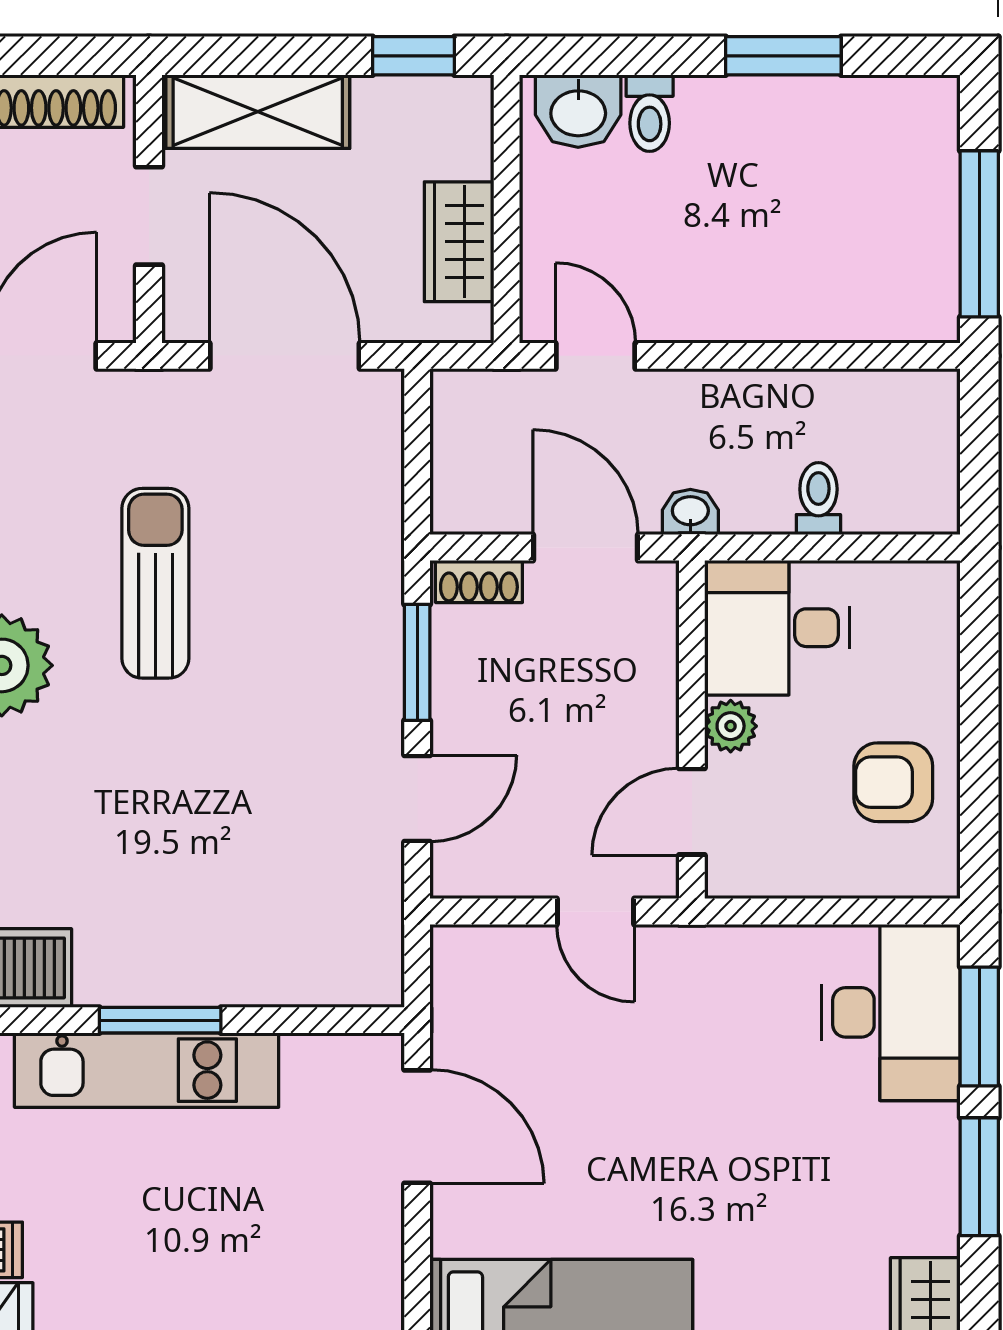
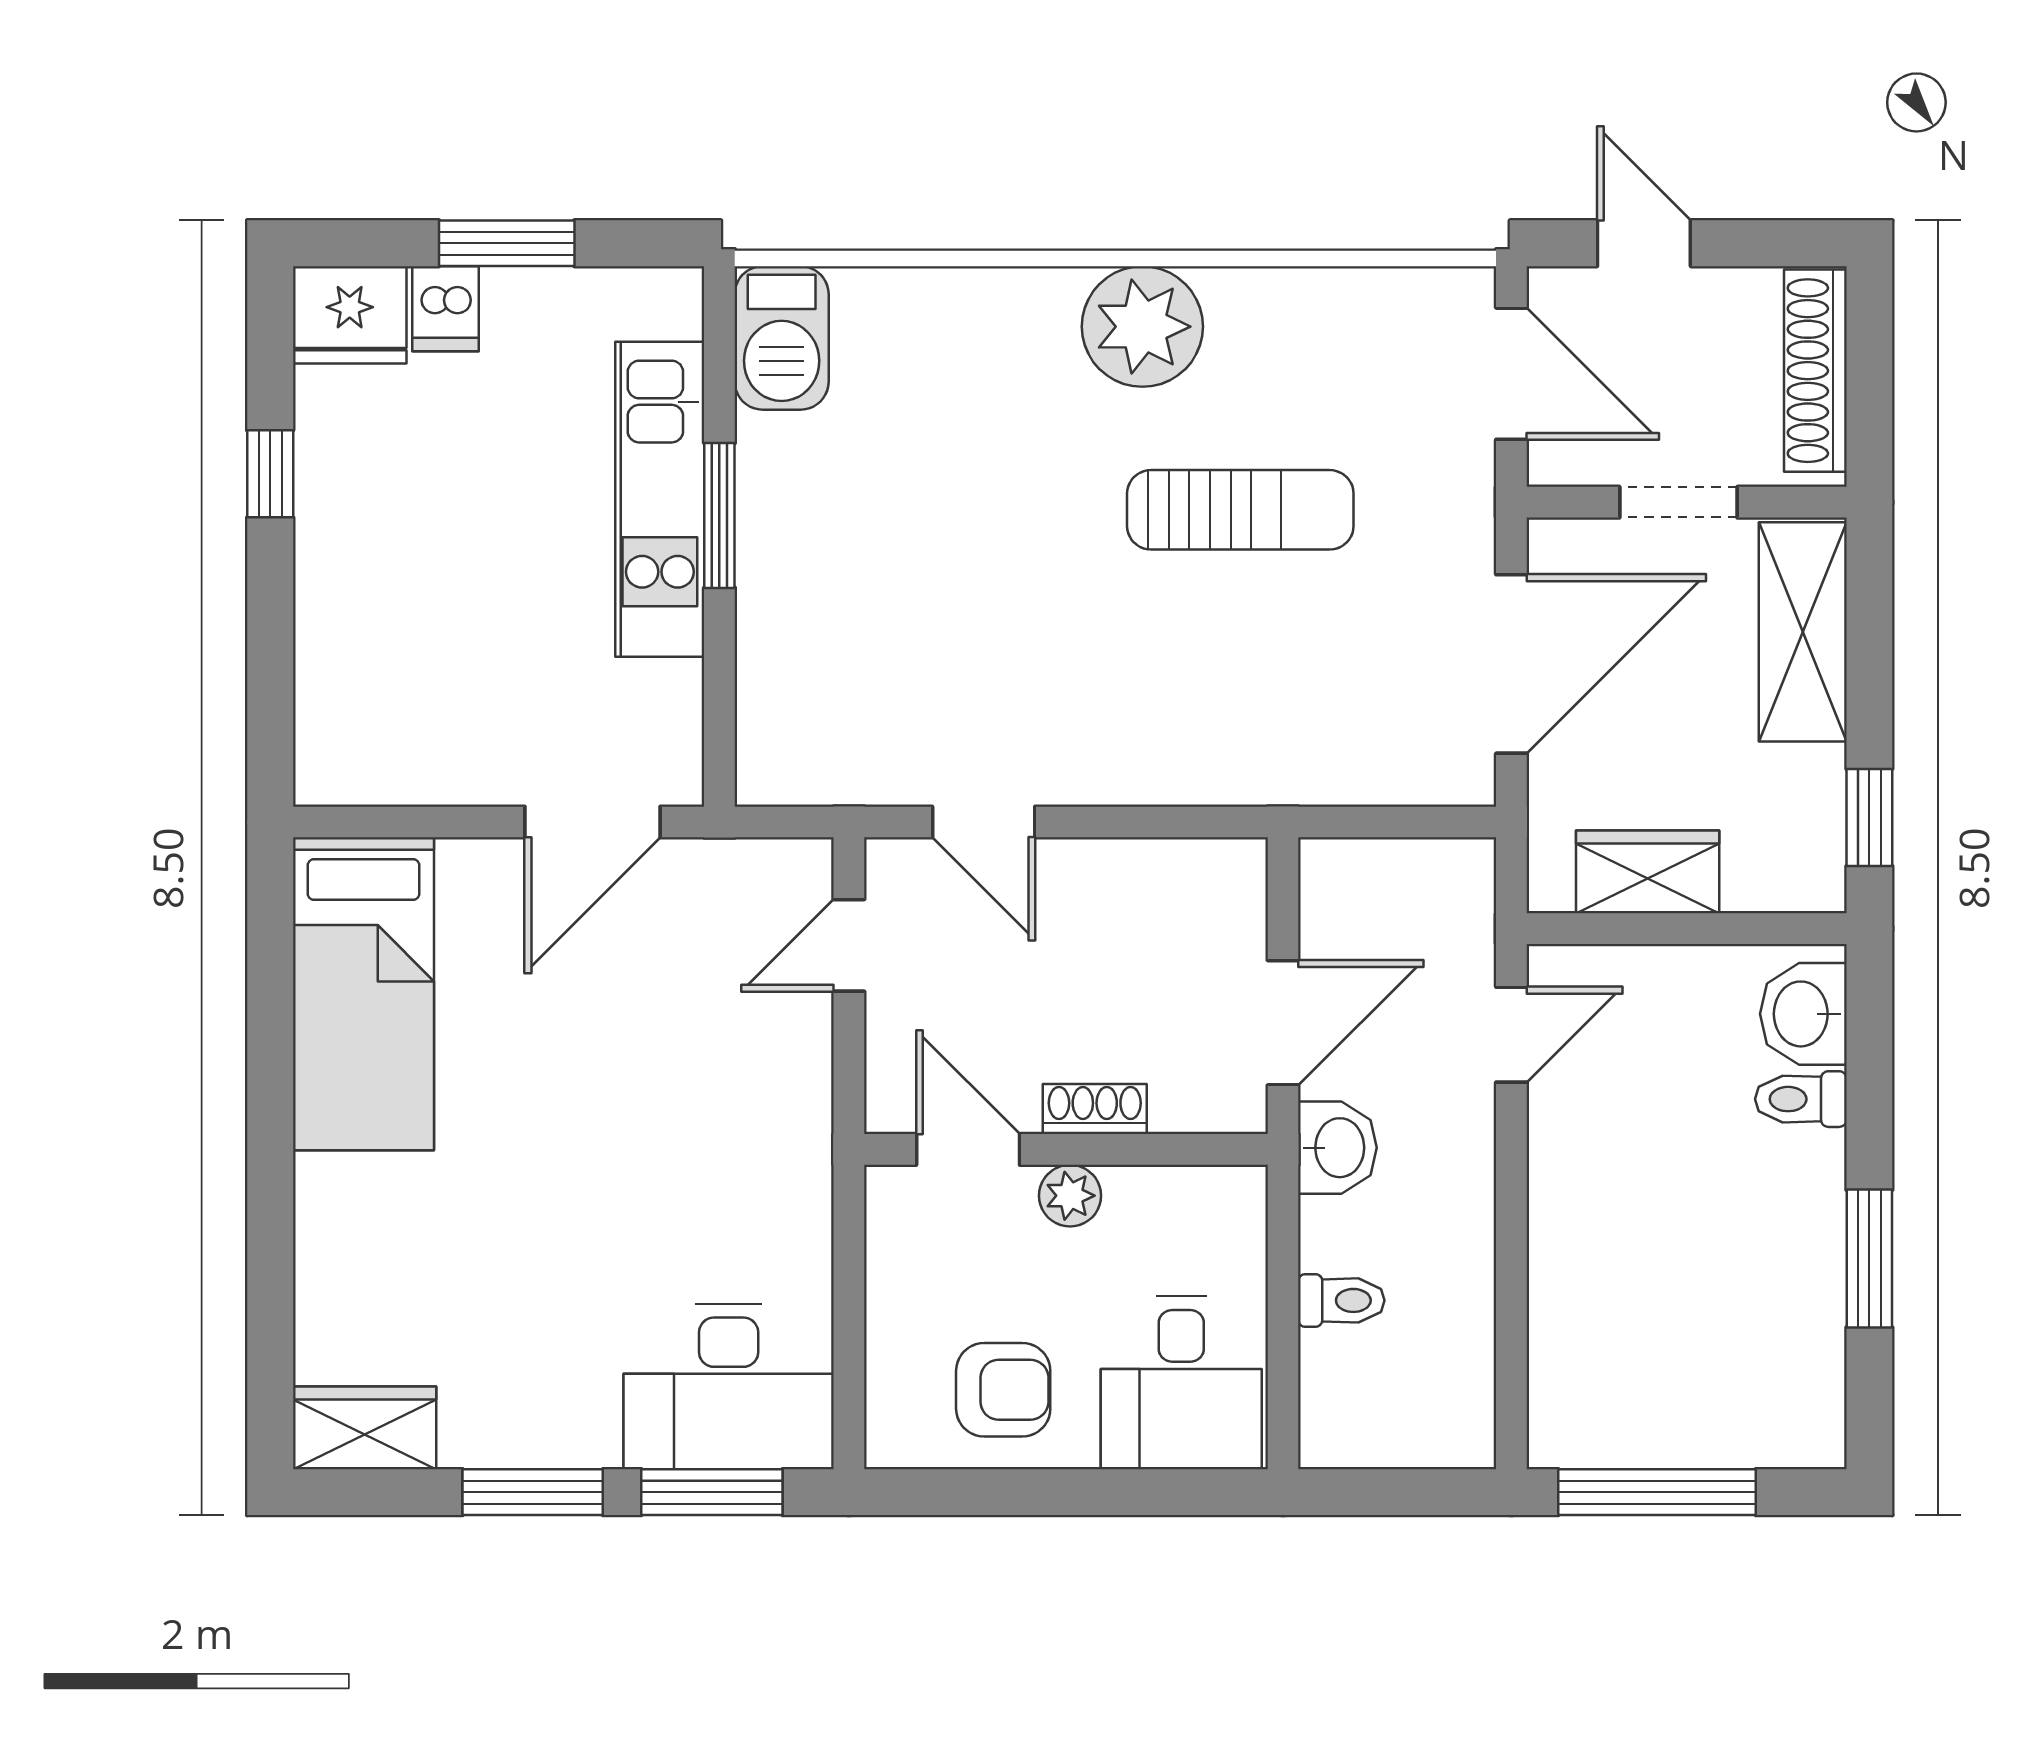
washbasin: (690, 512) -> (1337, 1148), width x1.38, depth x1.45
shoe rack: (479, 581) -> (1095, 1109), moved, turned 90
desk: (777, 628) -> (1181, 1383), moved, turned 180
window: (417, 662) -> (1146, 822), removed
armchair: (893, 782) -> (1003, 1390), turned 90
door: (595, 912) -> (849, 945), moved

